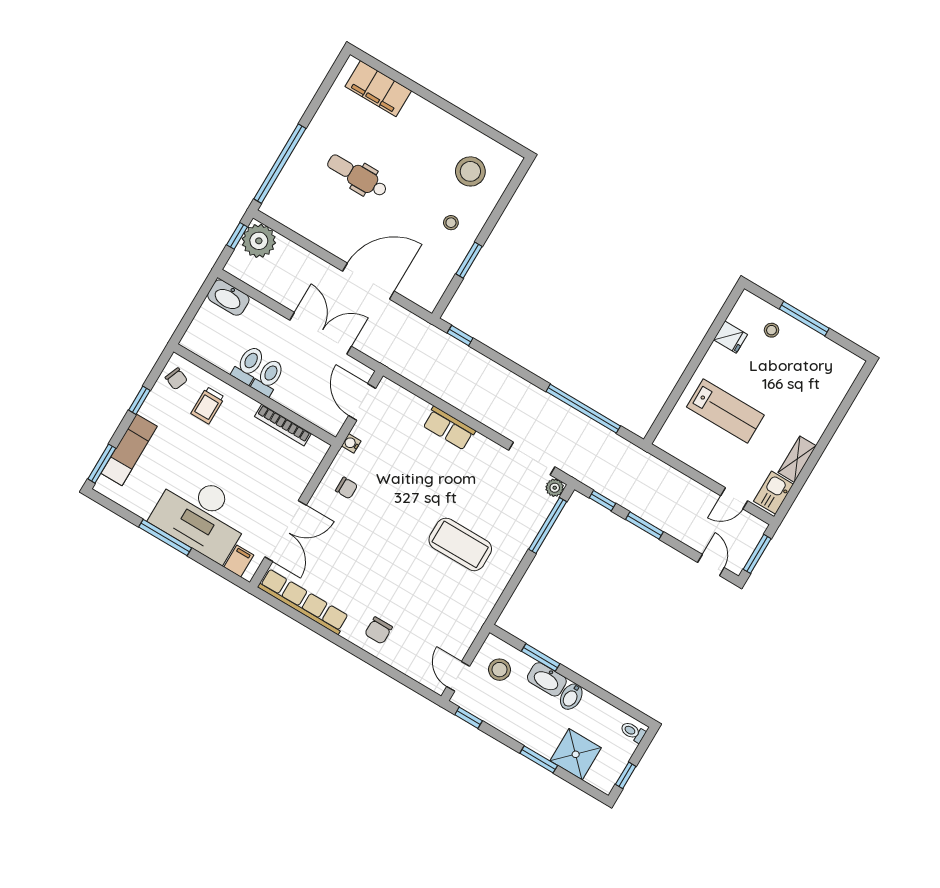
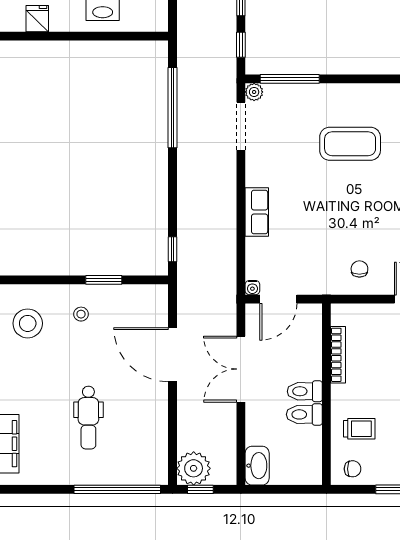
chair: (176, 379) -> (353, 469), turned 68
water cooler: (351, 443) -> (252, 288), moved
coffee table: (460, 544) -> (350, 144), turned 90

